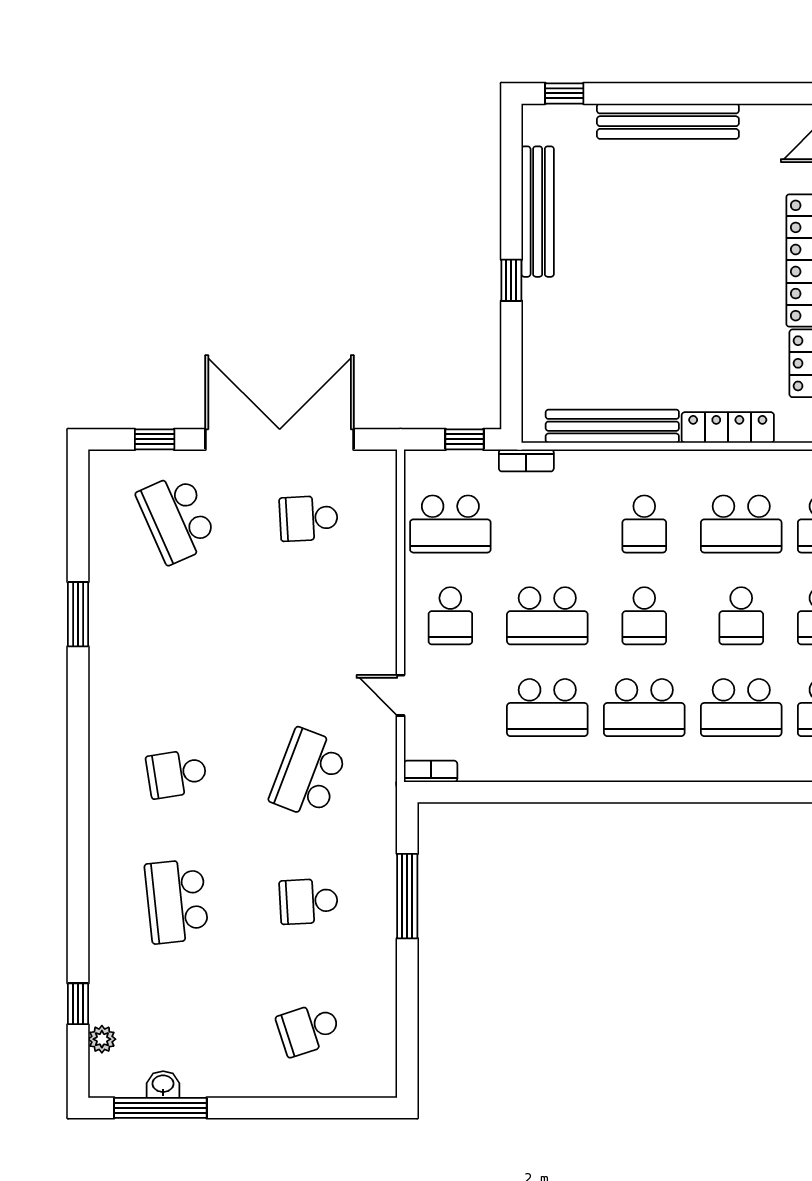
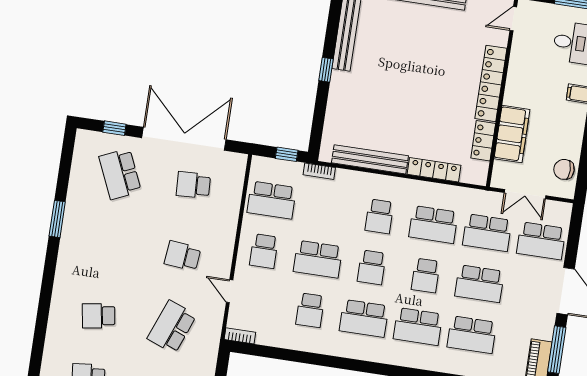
school desk: (309, 646) -> (183, 256), added
school desk: (547, 708) -> (310, 310), width x0.54

